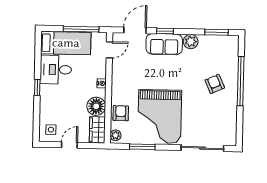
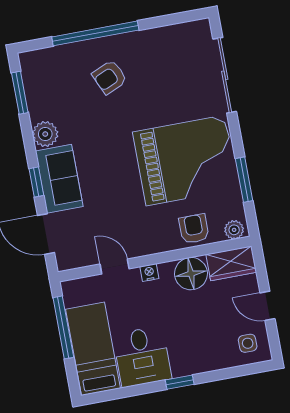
door: (109, 50) -> (115, 266), moved
armchair: (121, 113) -> (194, 229), turned 90

